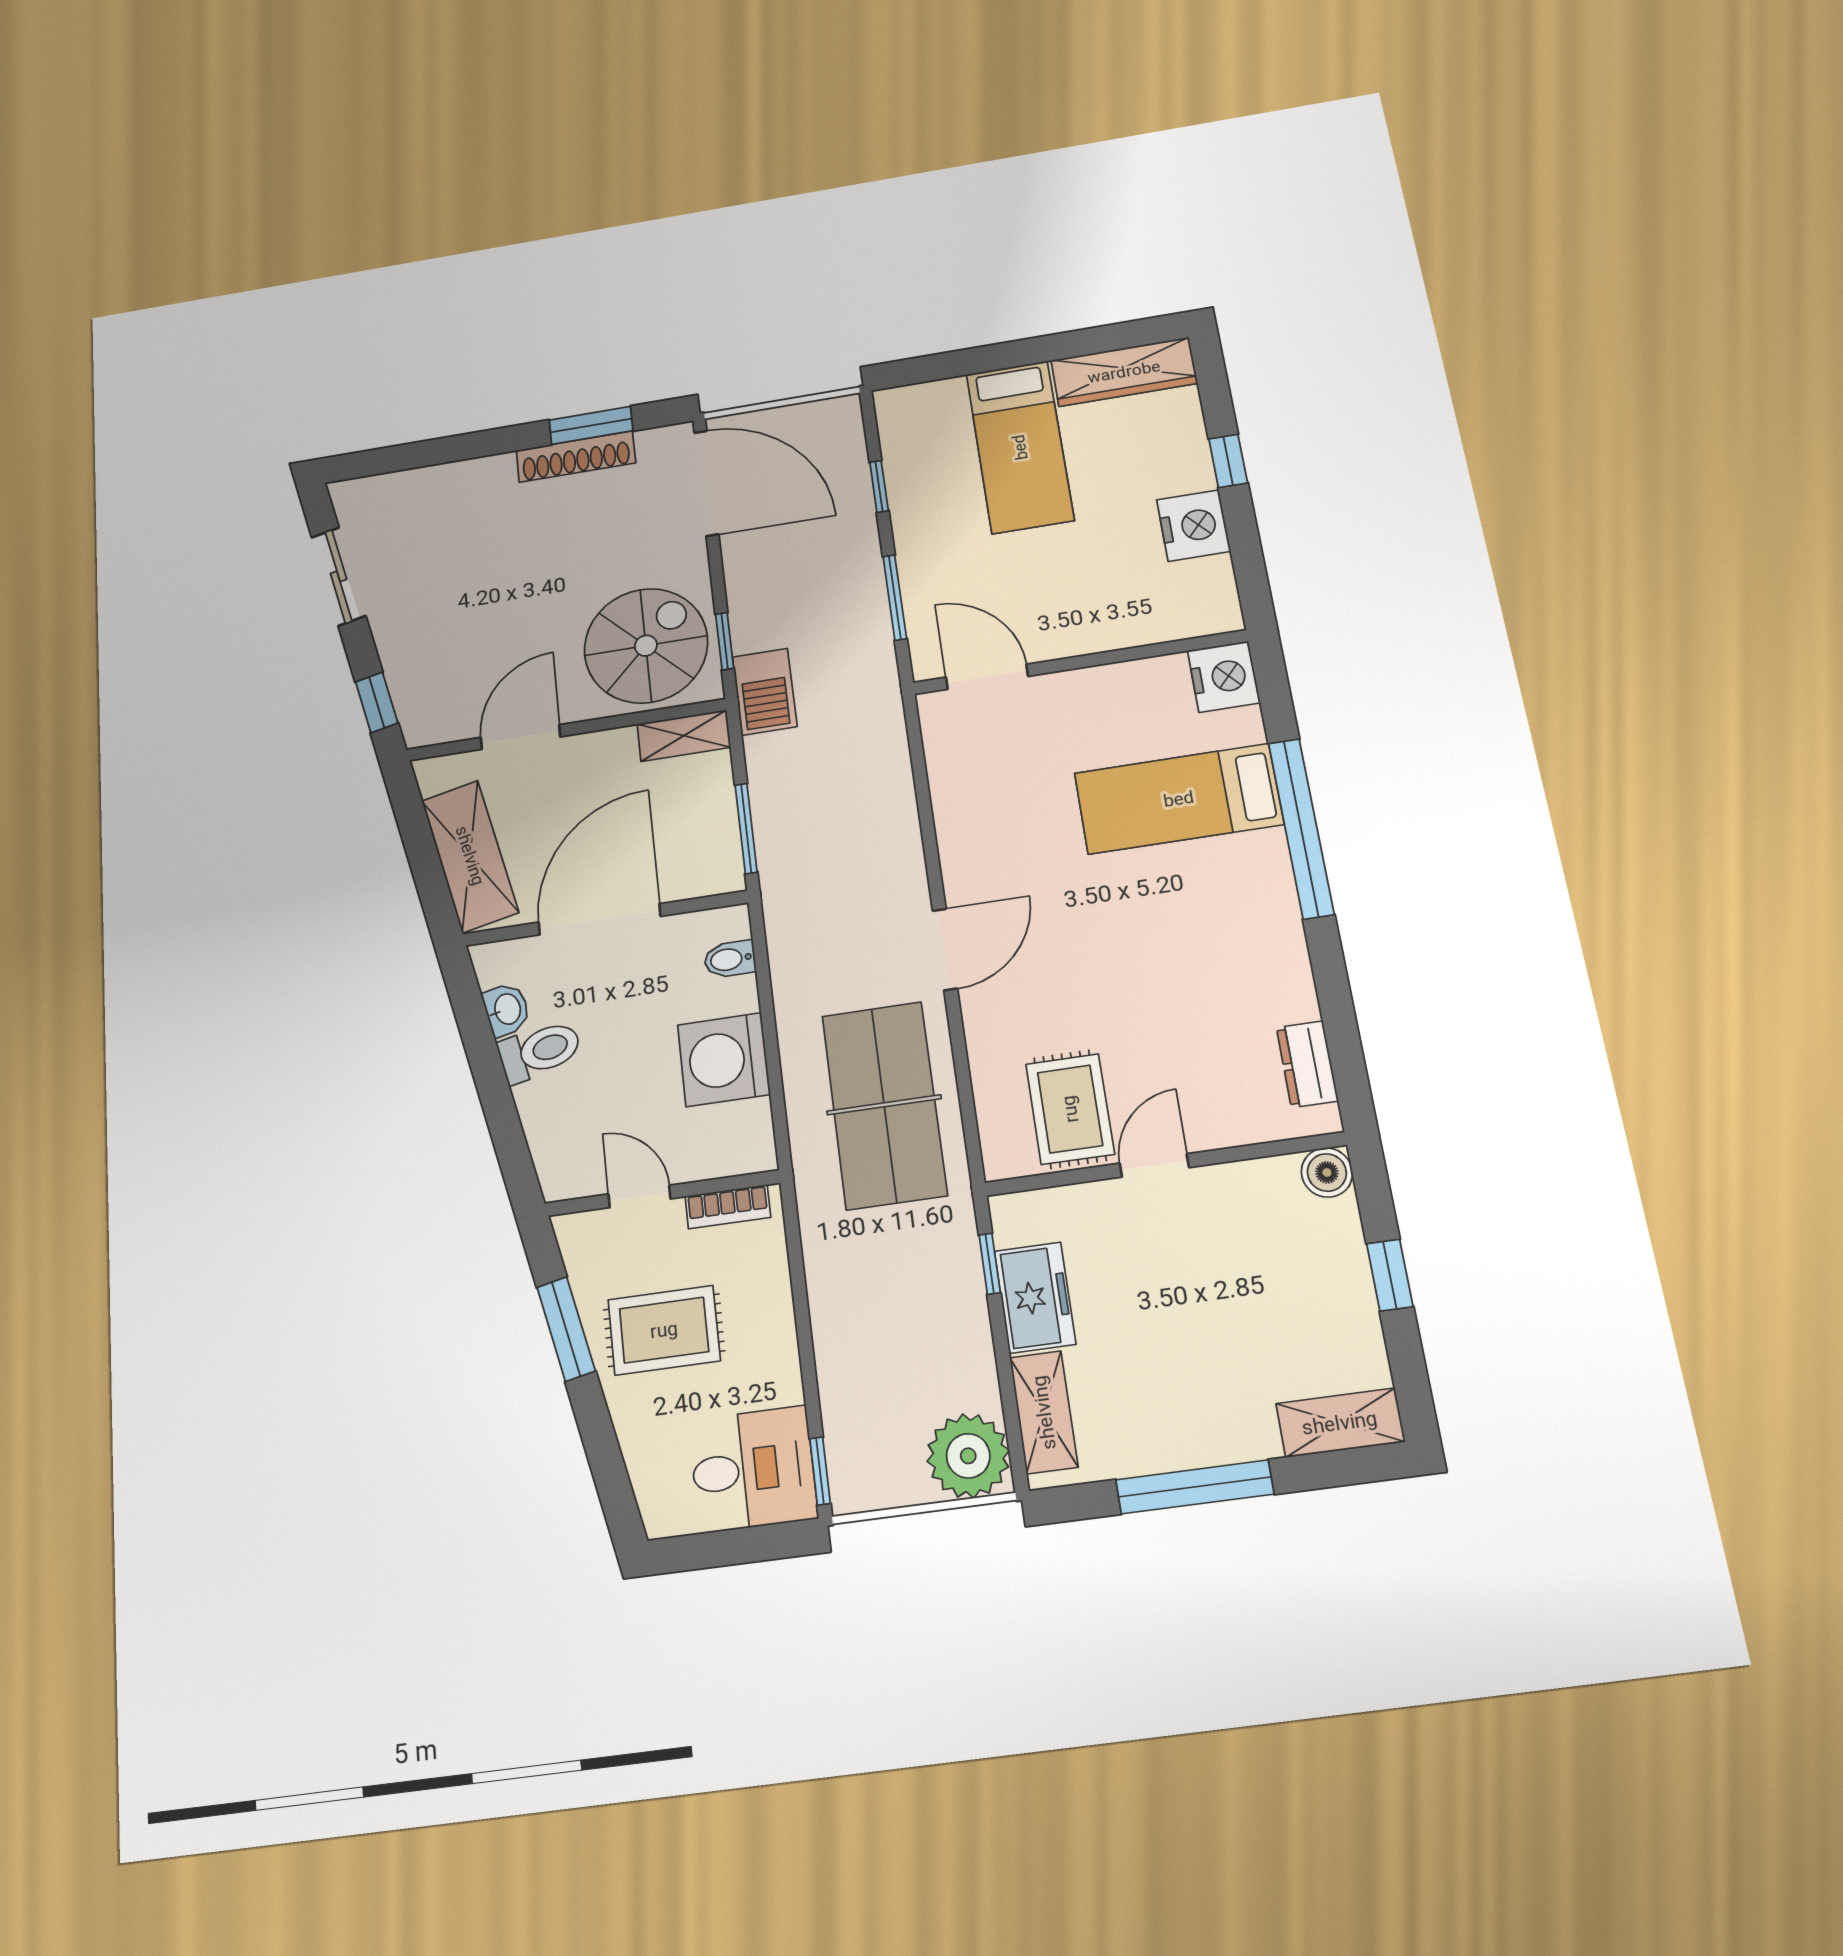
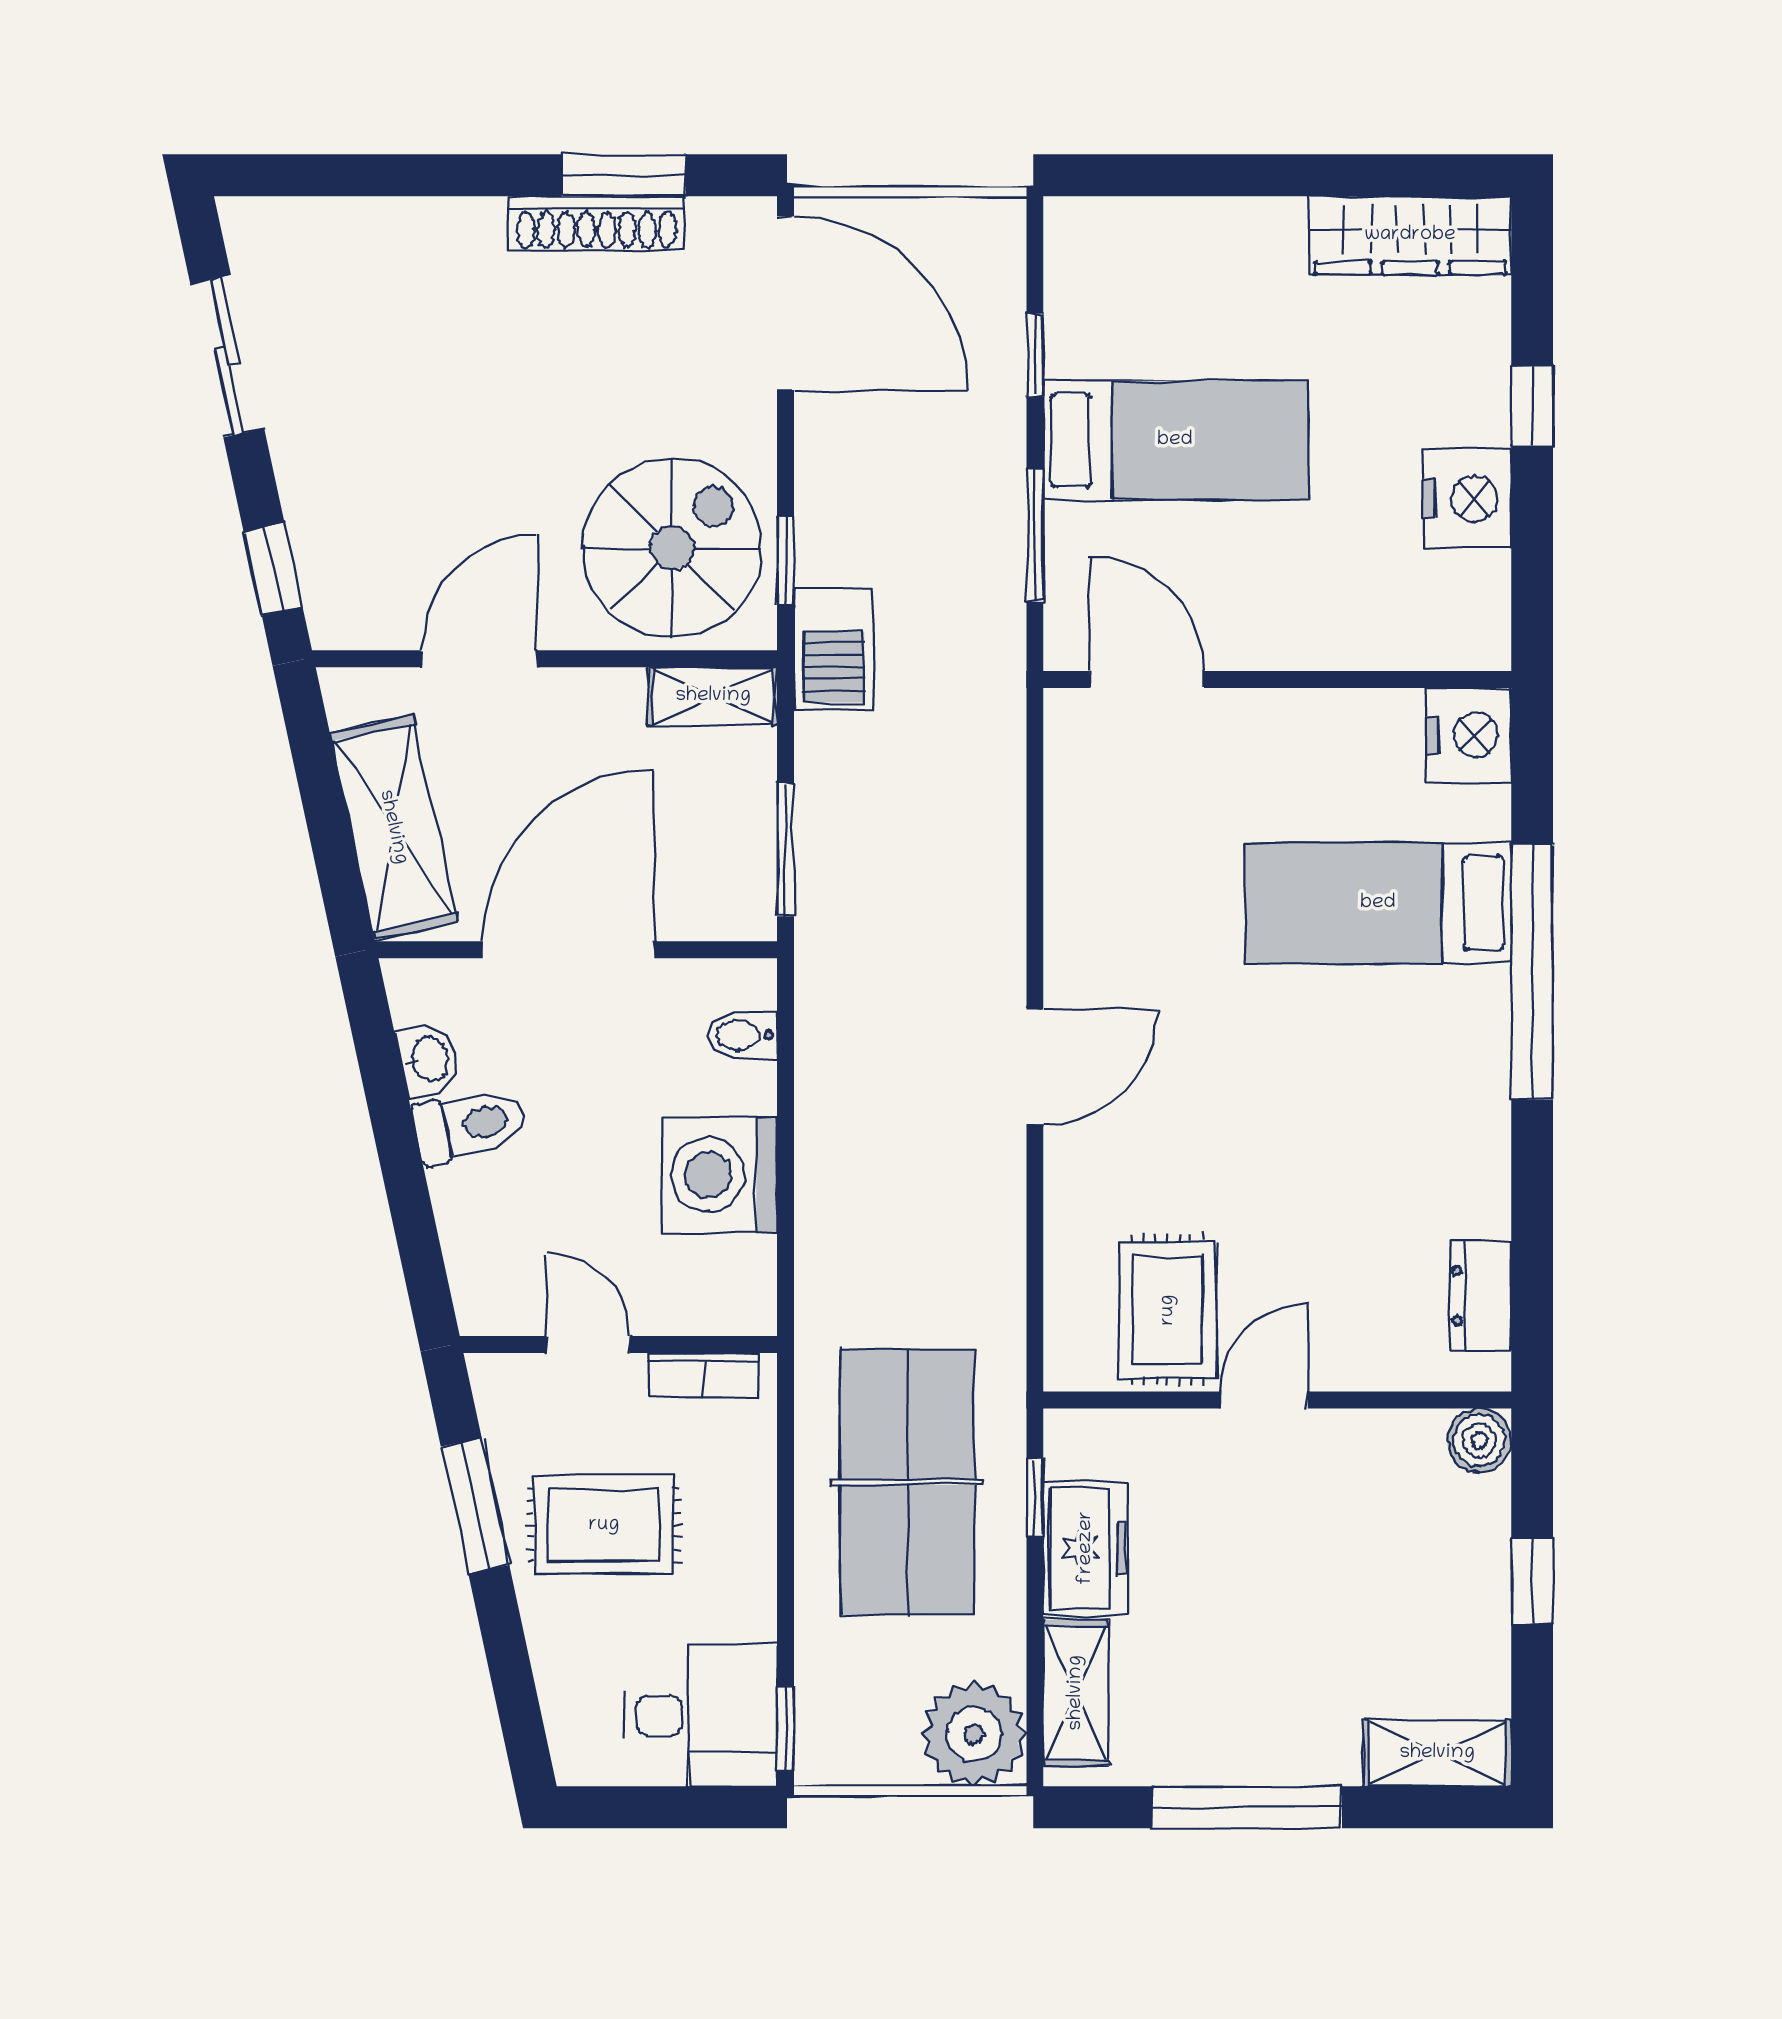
bed: (1020, 447) -> (1175, 440), moved, turned -90
table tennis table: (884, 1105) -> (907, 1482), moved

